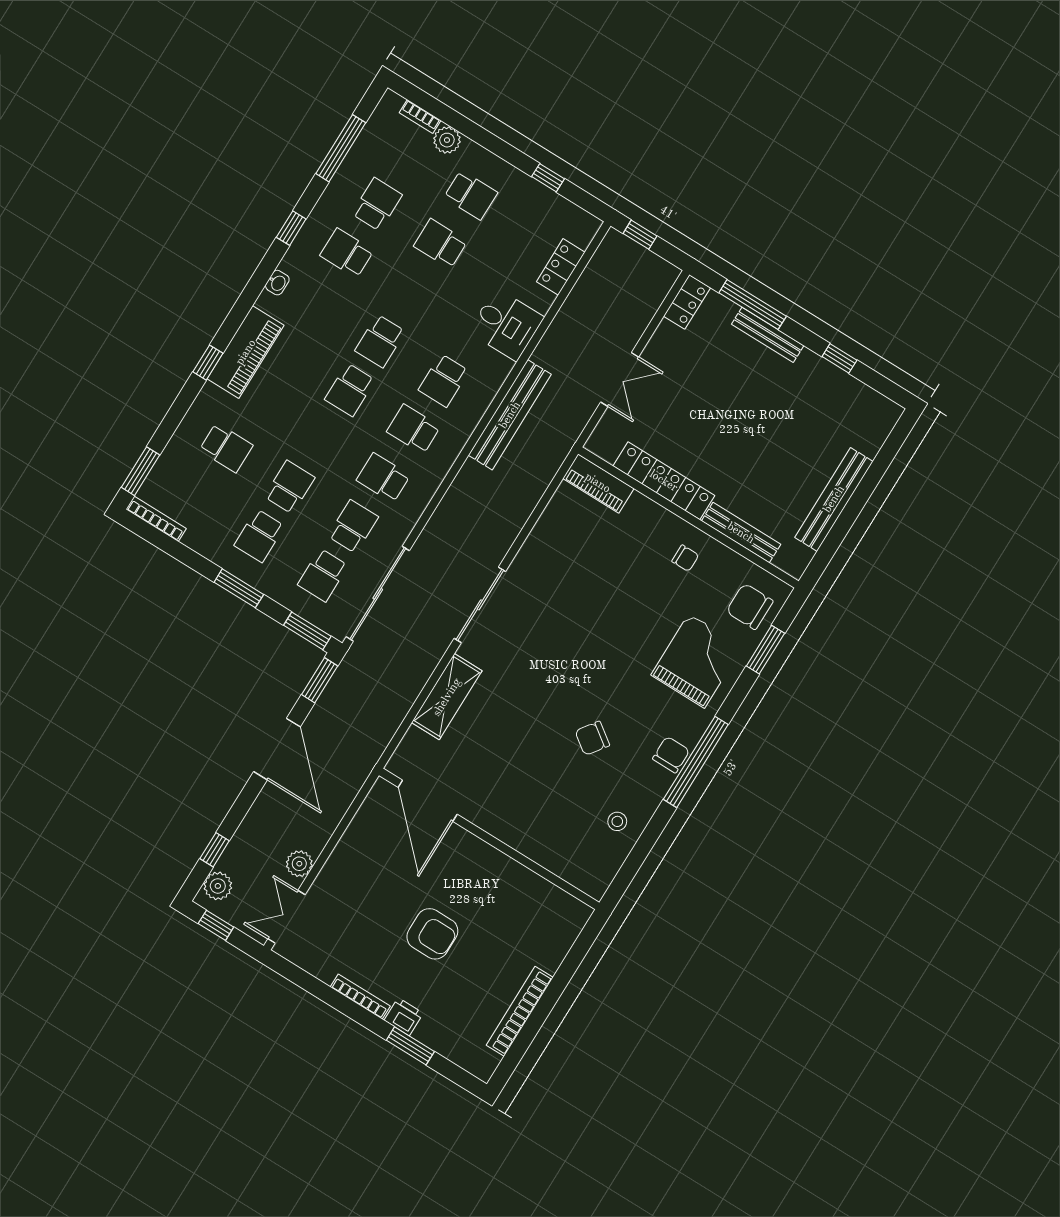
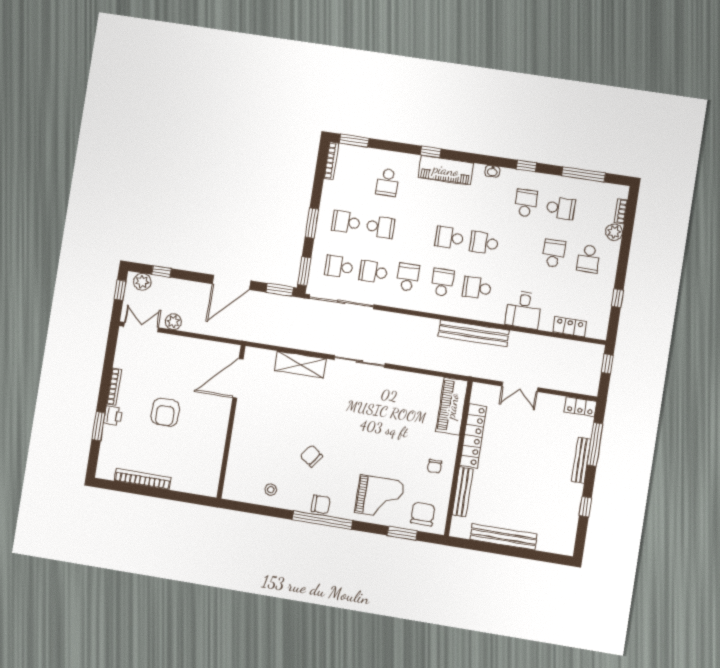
piano: (598, 483) -> (452, 406), width x1.37, depth x1.33
school desk: (353, 526) -> (373, 272), turned 180

